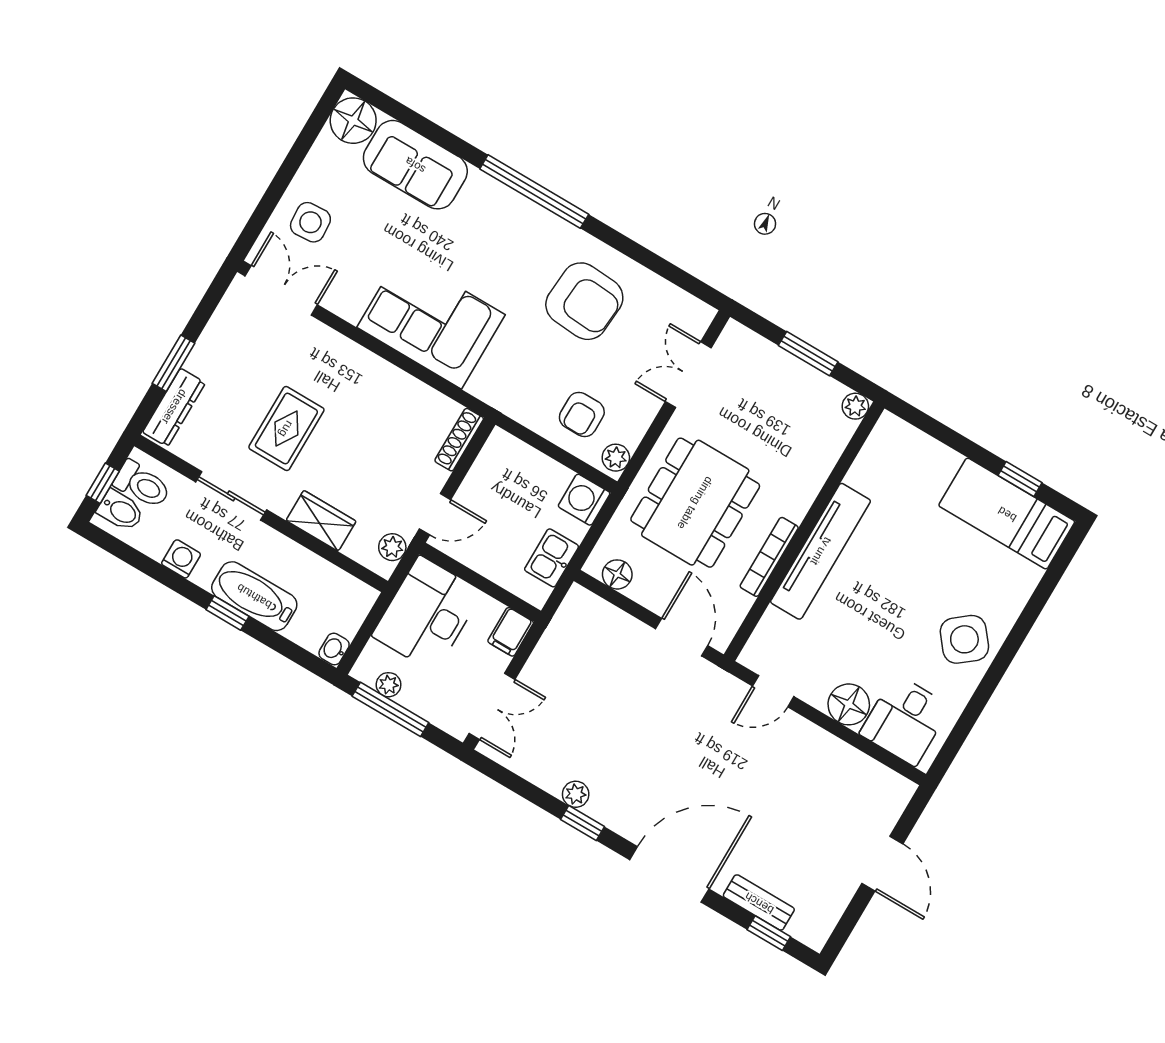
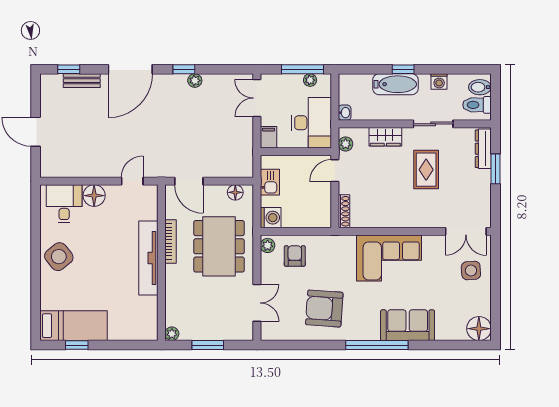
sofa: (415, 165) -> (408, 325), moved
window: (103, 483) -> (495, 95), removed
washbasin: (334, 649) -> (345, 113), moved

